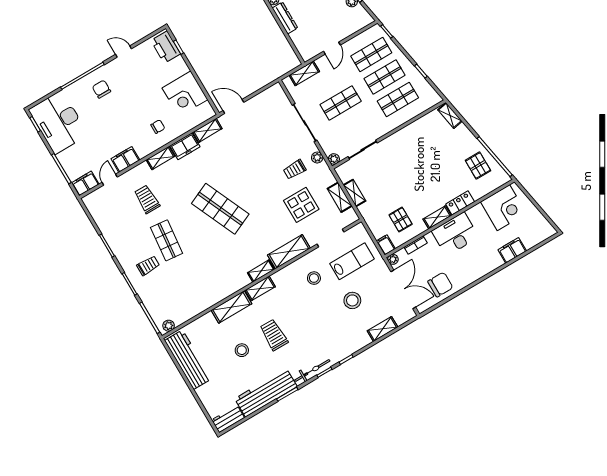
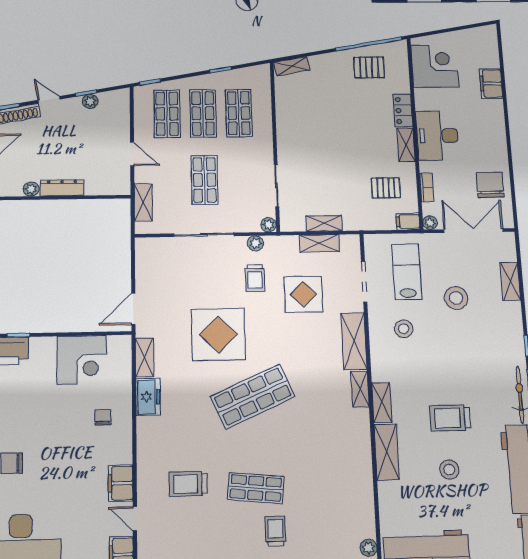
shelving: (160, 158) -> (145, 436), removed
display table: (247, 167) -> (218, 334), added

